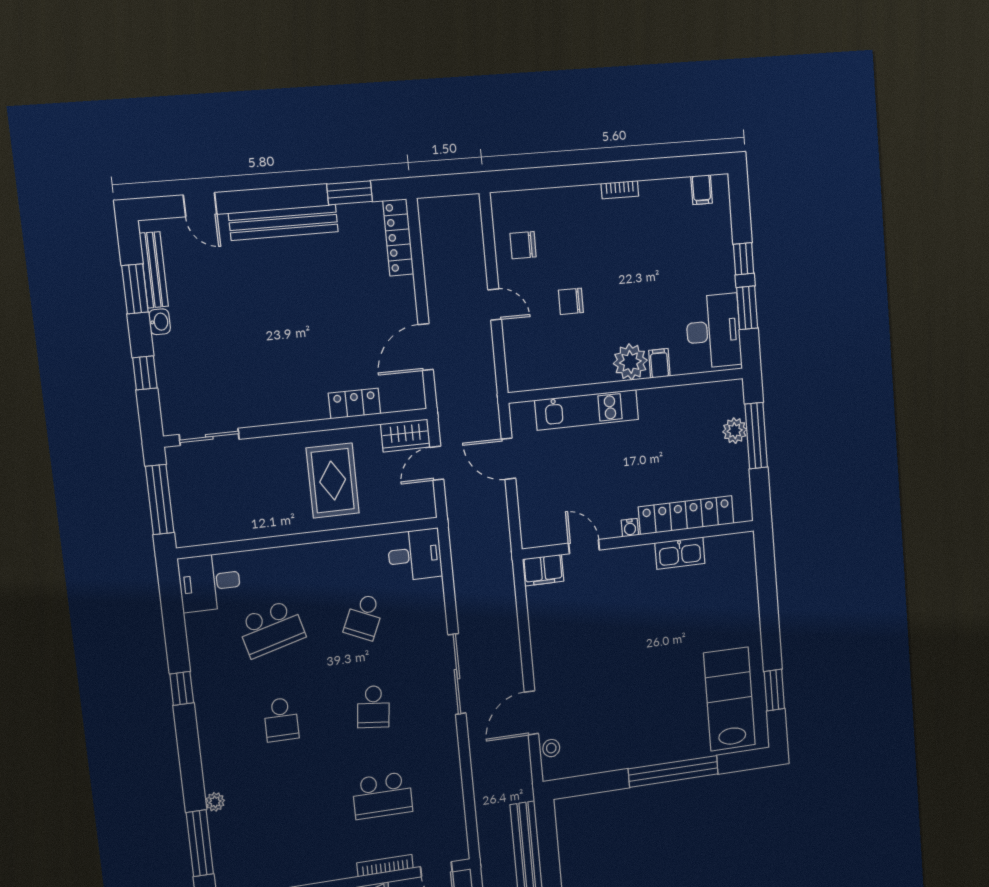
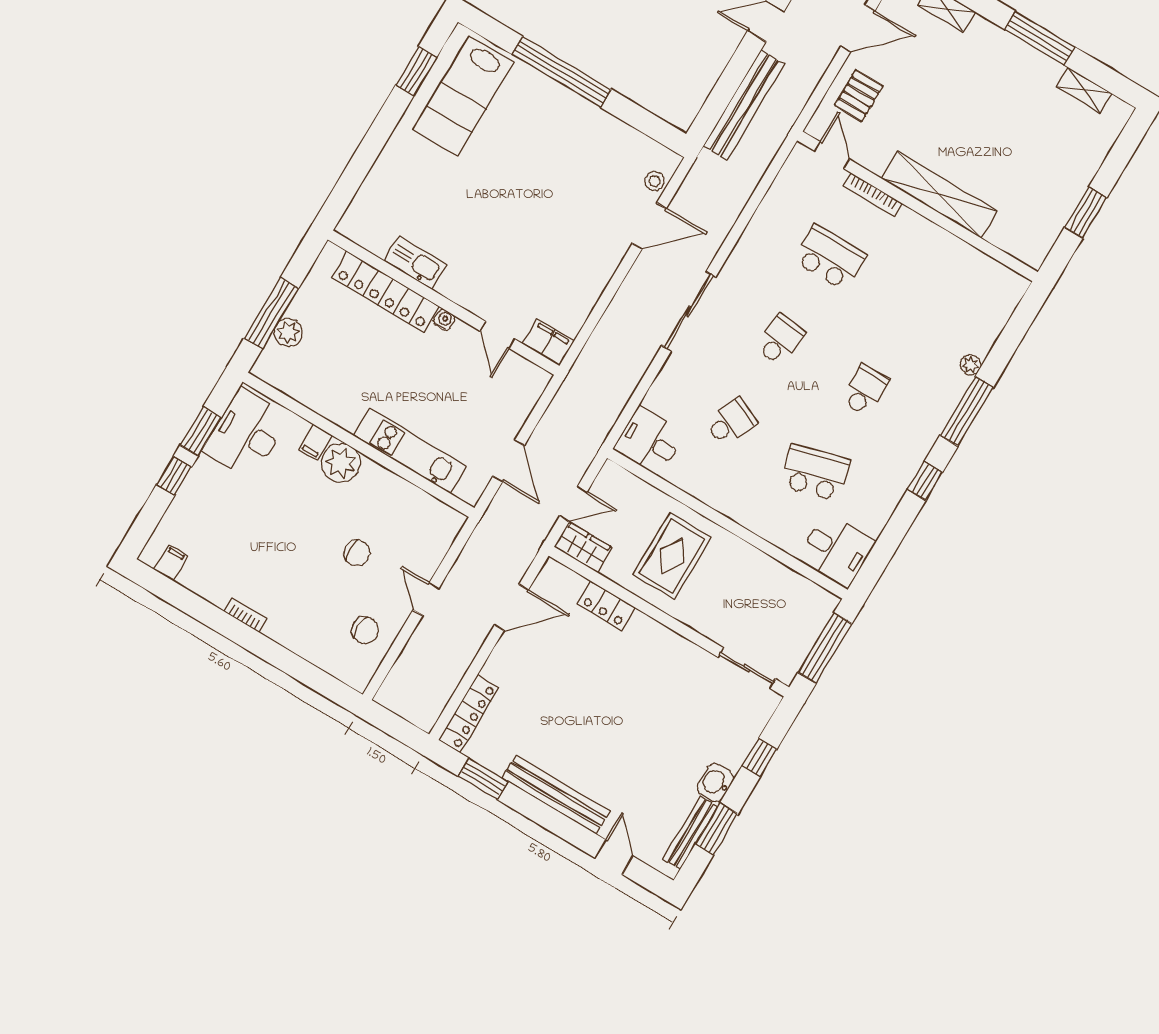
washbasin: (160, 322) -> (715, 783), width x1.38, depth x1.45
window: (200, 843) -> (967, 411), moved

